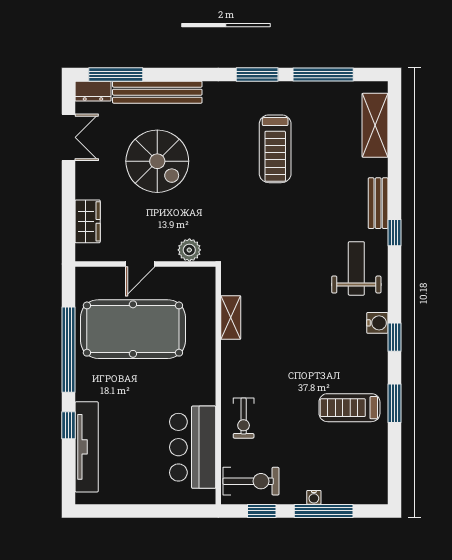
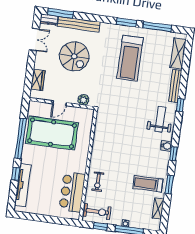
treadmill: (275, 149) -> (130, 58), width x1.37, depth x1.37
bench: (378, 203) -> (175, 86), width x1.36
shelving: (231, 318) -> (158, 209), moved

